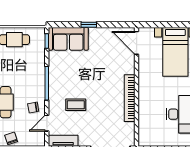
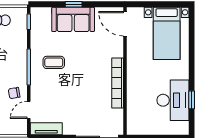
sofa: (68, 39) -> (73, 19), moved
coffee table: (76, 105) -> (54, 62), moved

